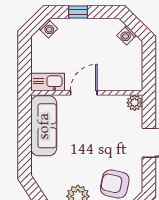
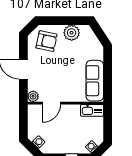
door: (84, 93) -> (51, 103), moved

